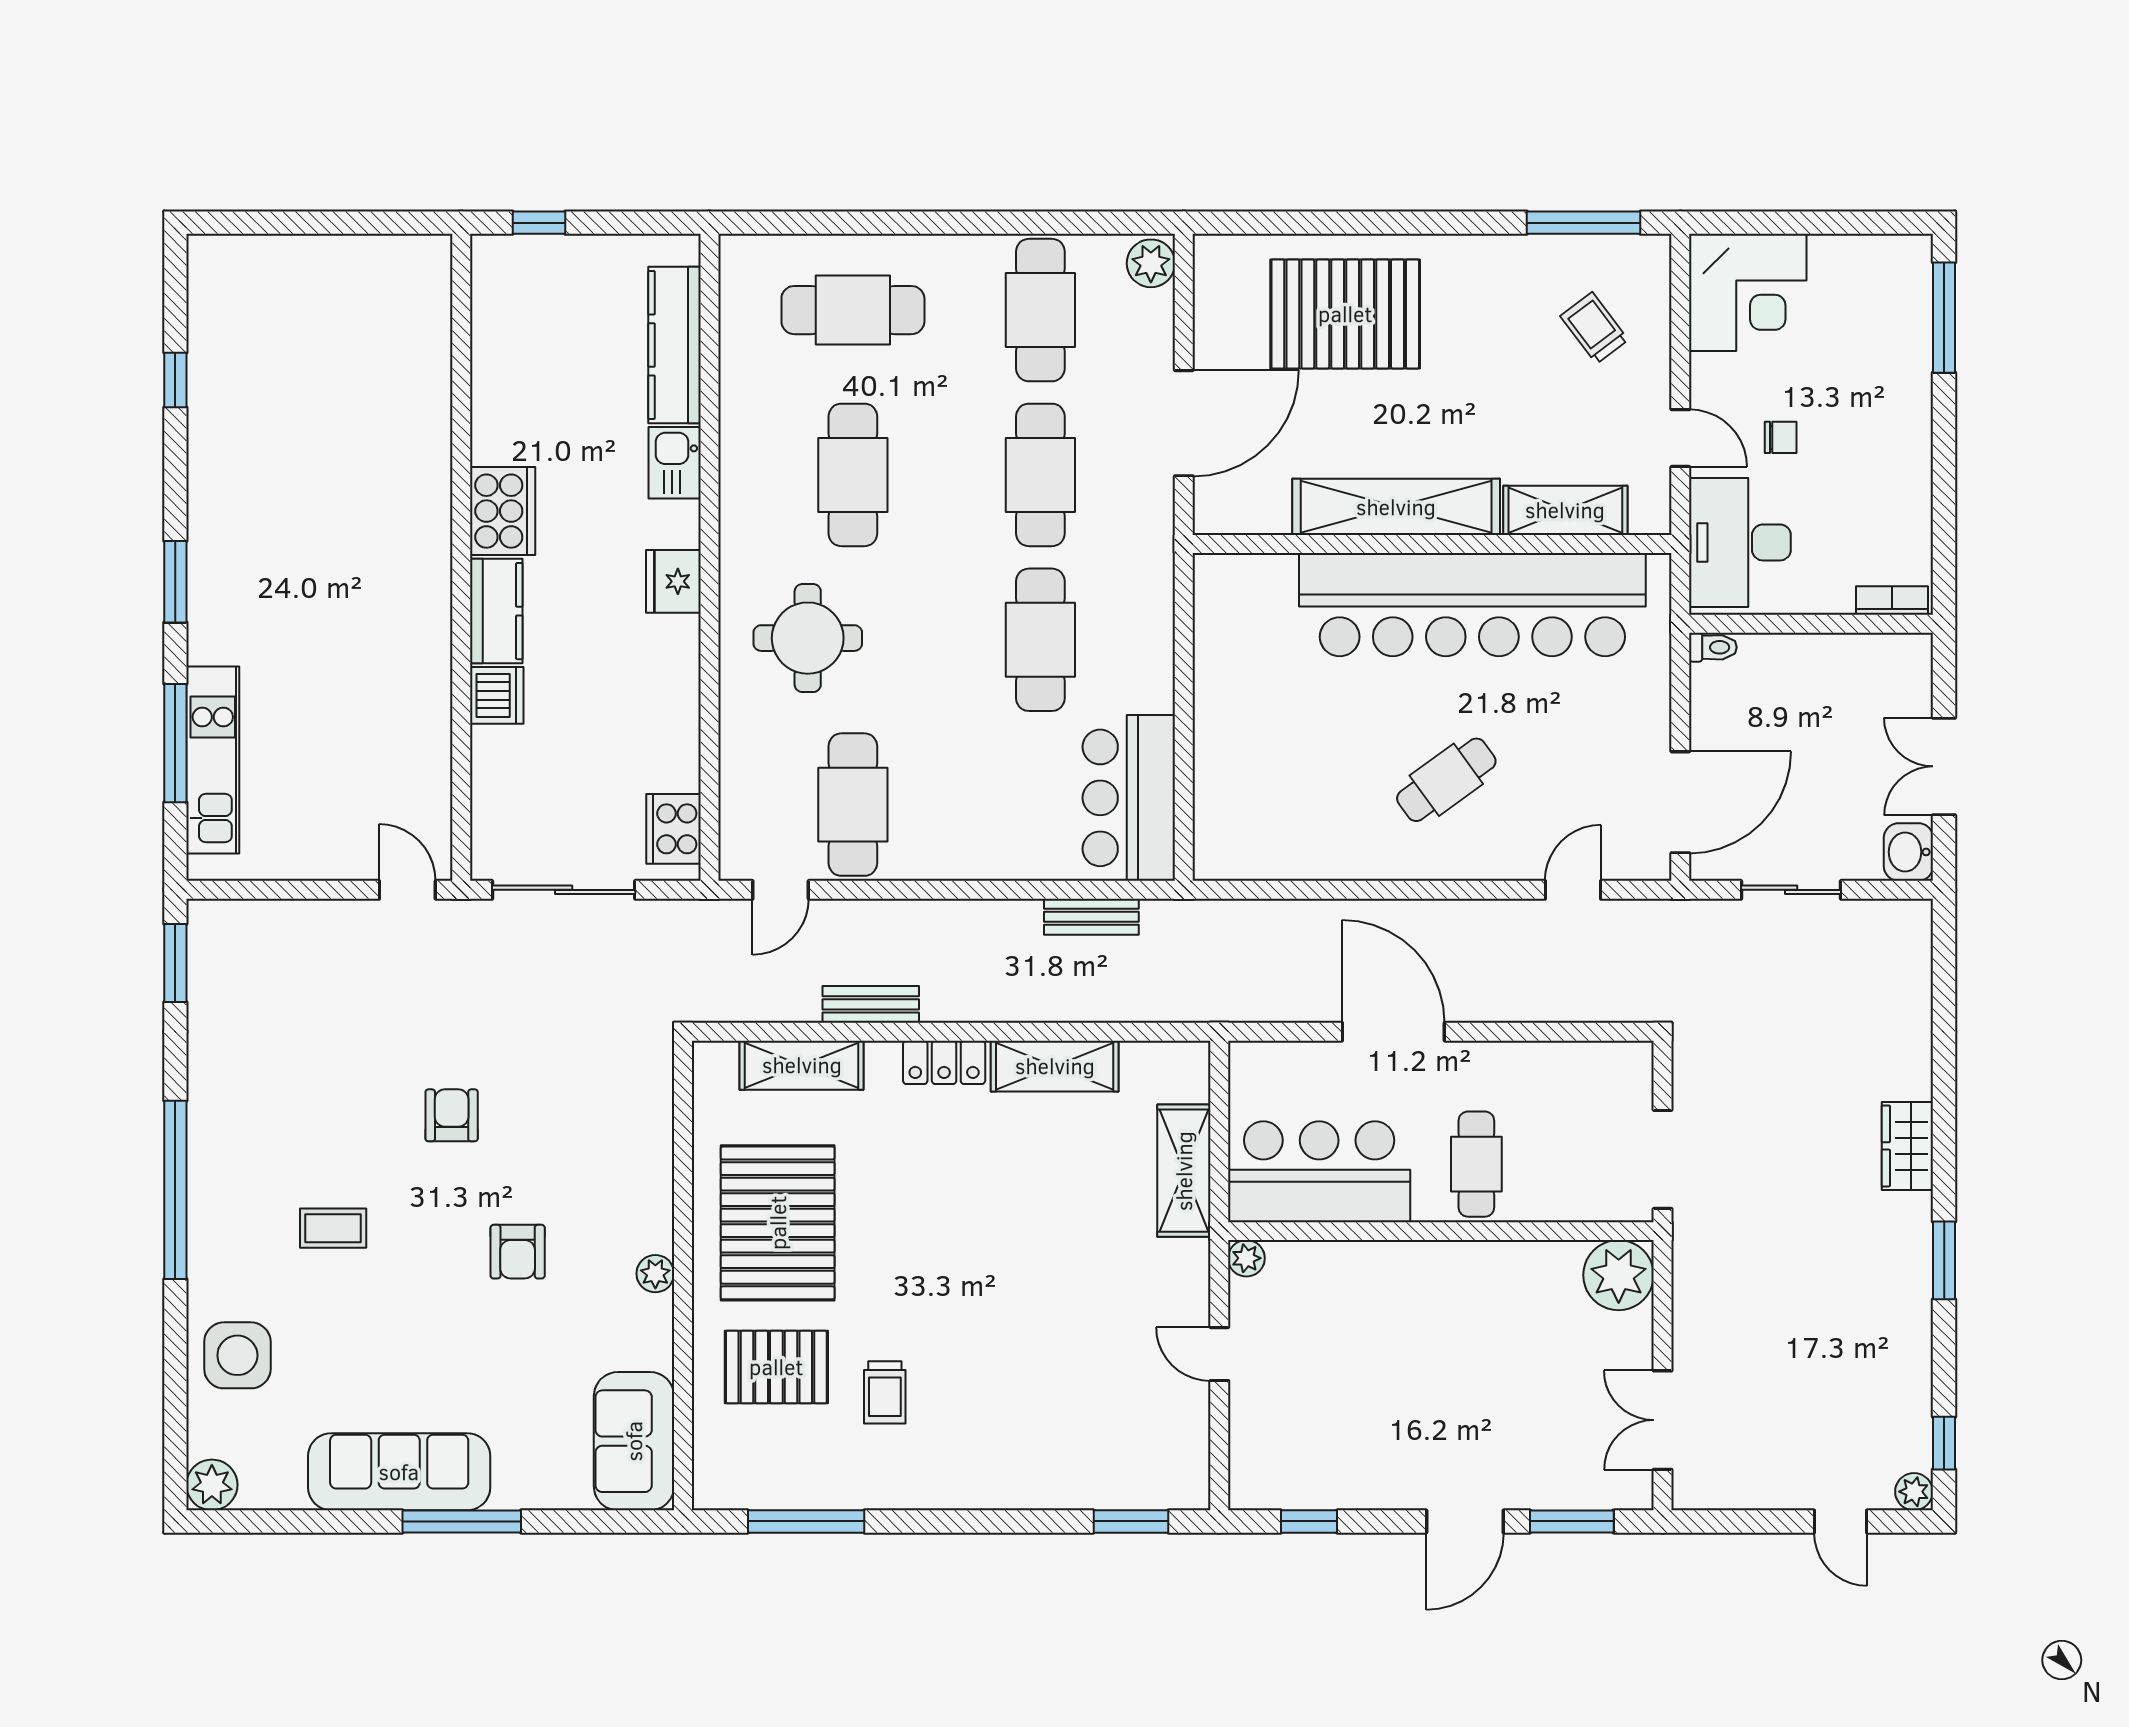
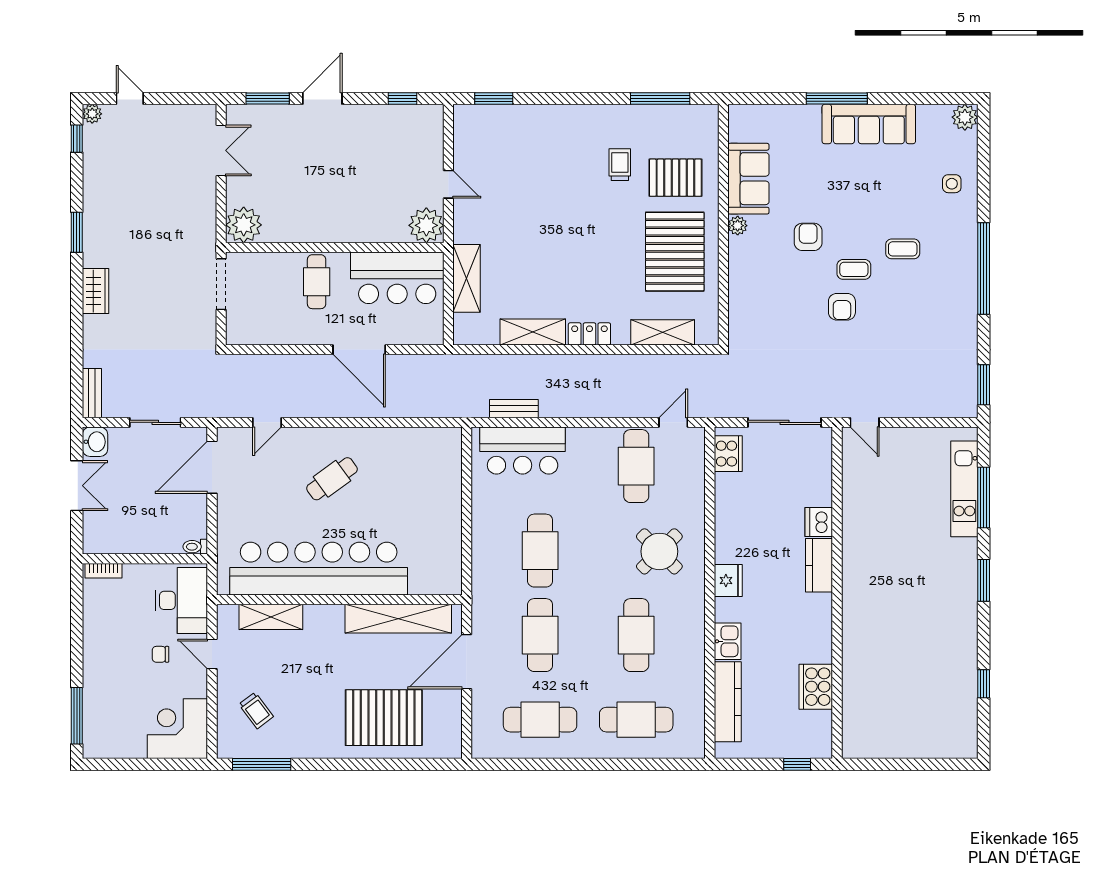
plant: (1151, 263) -> (483, 744), removed
cafe table: (1040, 310) -> (540, 720), turned 90
shelving: (1396, 507) -> (398, 619), moved
cooker: (503, 511) -> (816, 687), moved
round table: (808, 638) -> (659, 551), turned 45
bar counter: (1129, 798) -> (523, 451), moved, turned 90
bench: (871, 1004) -> (92, 393), moved, turned 90
coffee table: (428, 1188) -> (854, 269), added
plant: (1246, 1258) -> (426, 225), width x1.87, depth x1.87
side table: (237, 1355) -> (952, 184), width x0.54, depth x0.54
sofa: (634, 1441) -> (748, 179), moved

